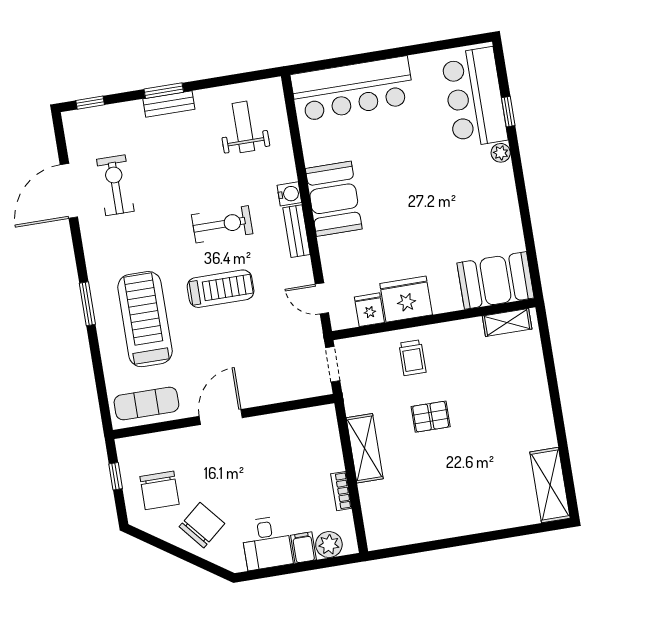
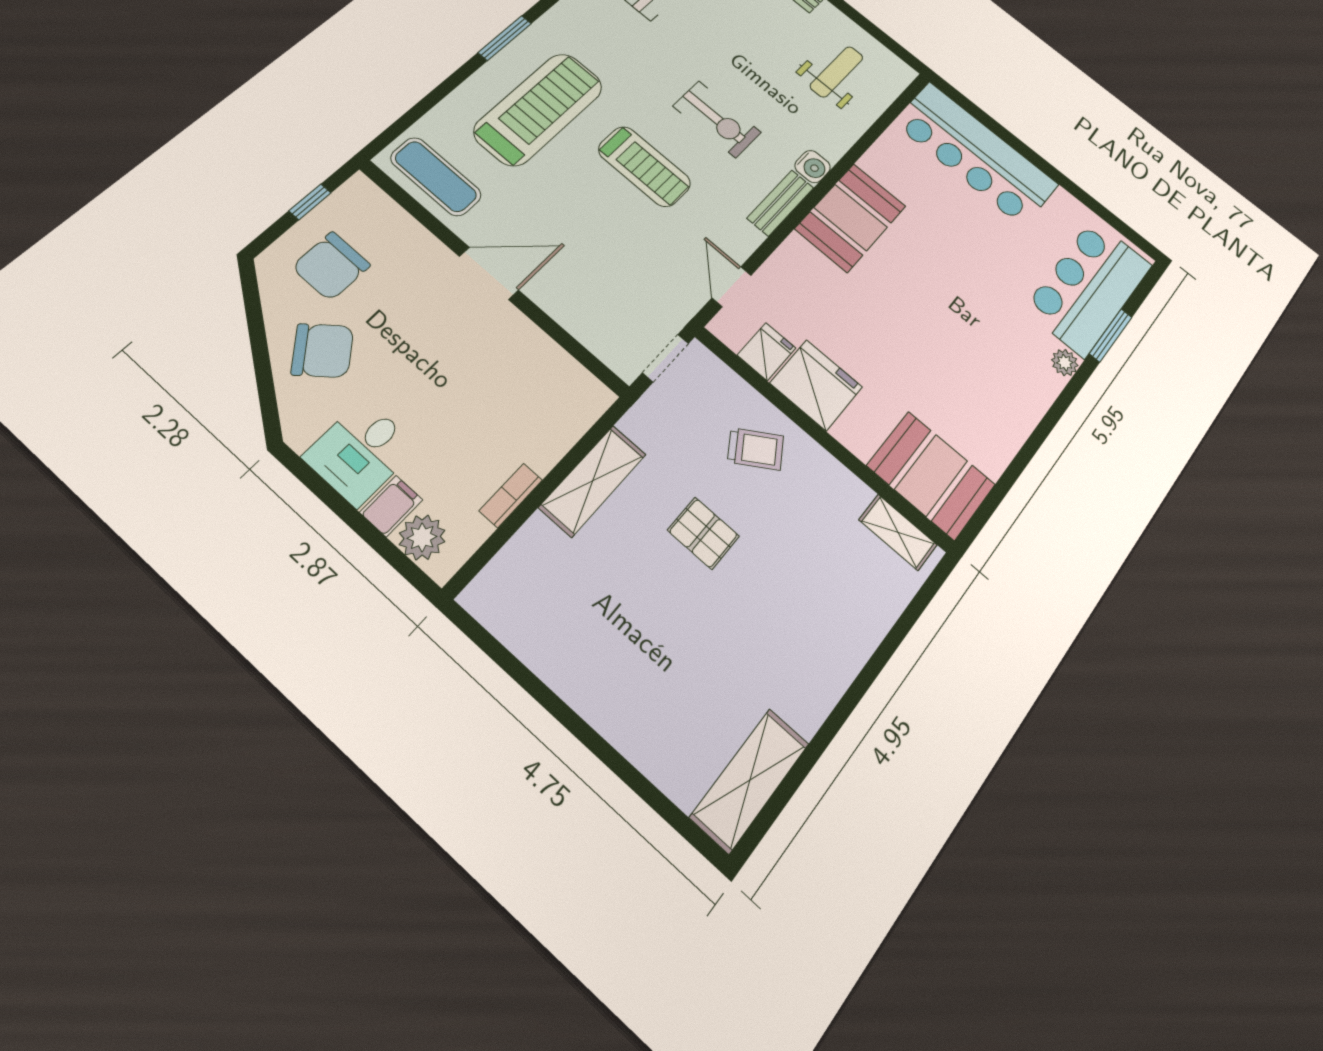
window: (508, 112) -> (1111, 335), width x1.50
trolley: (412, 358) -> (756, 449), turned -123

